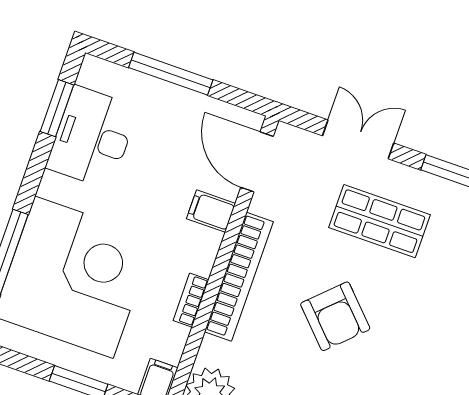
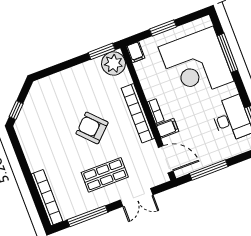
window: (171, 74) -> (209, 170), moved
bookcase: (191, 300) -> (156, 111), moved

